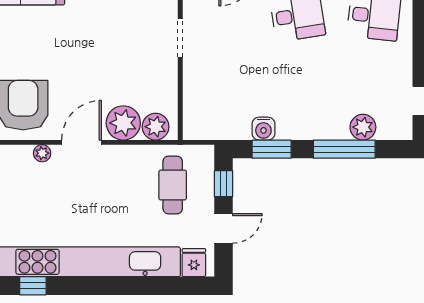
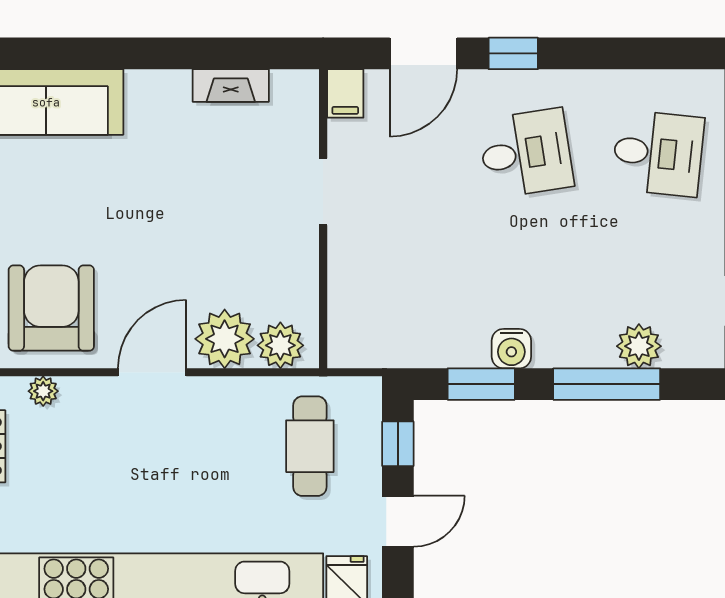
water cooler: (263, 129) -> (511, 349), moved
plant: (42, 153) -> (43, 391), moved

